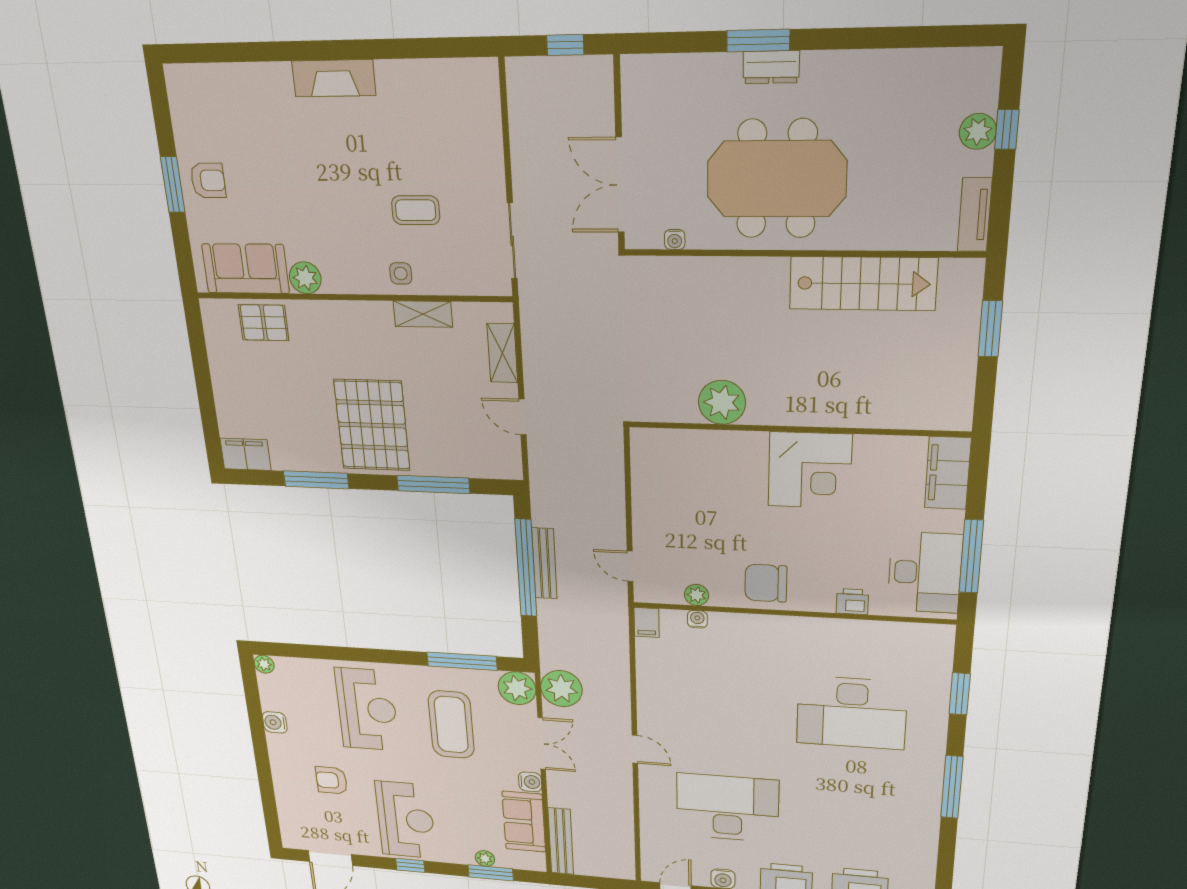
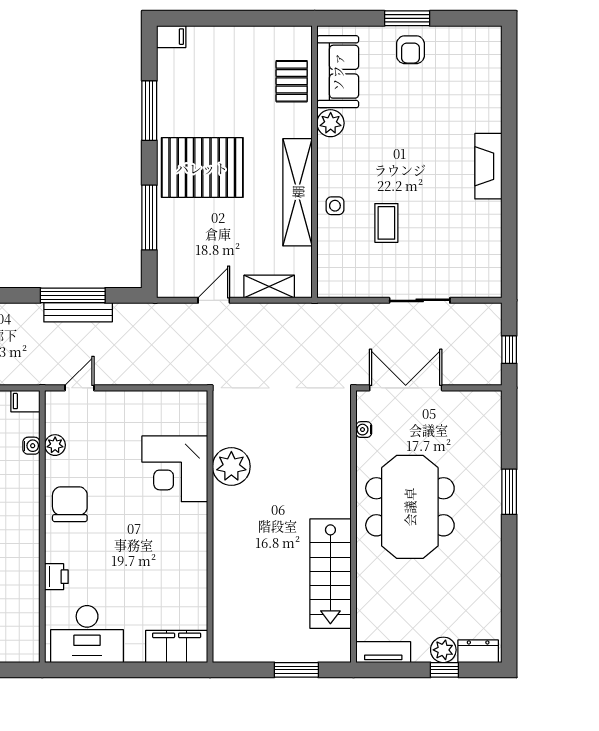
dresser: (771, 67) -> (478, 651), moved, turned 90
sliding door: (512, 241) -> (420, 300), moved
shelving: (423, 314) -> (298, 192), width x2.20, depth x1.33
filing cabinet: (245, 454) -> (171, 37), width x0.50
corner desk: (810, 470) -> (175, 469), moved
window: (971, 556) -> (104, 670), removed
window: (526, 568) -> (73, 295), width x0.68

